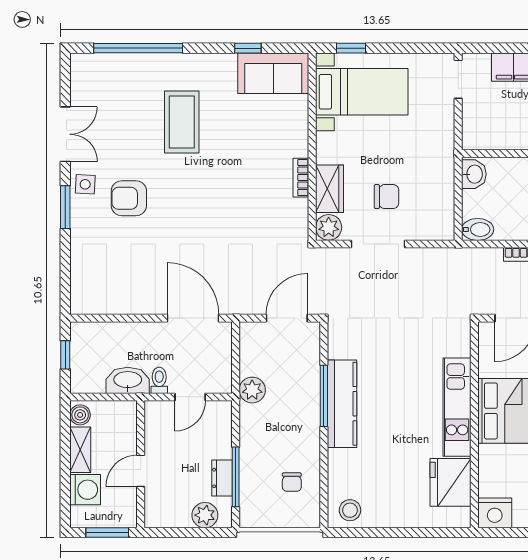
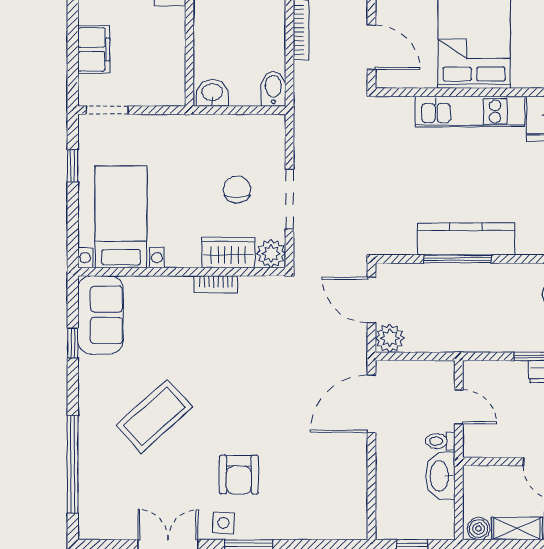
window: (351, 48) -> (73, 166), moved
coffee table: (182, 122) -> (154, 416), turned -42
plant: (252, 390) -> (390, 338), moved

